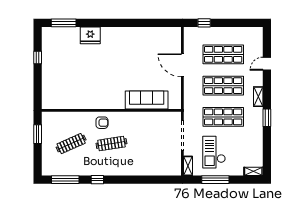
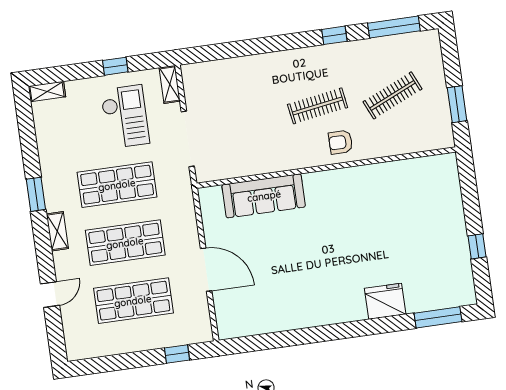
window: (215, 180) -> (115, 66), width x0.46

